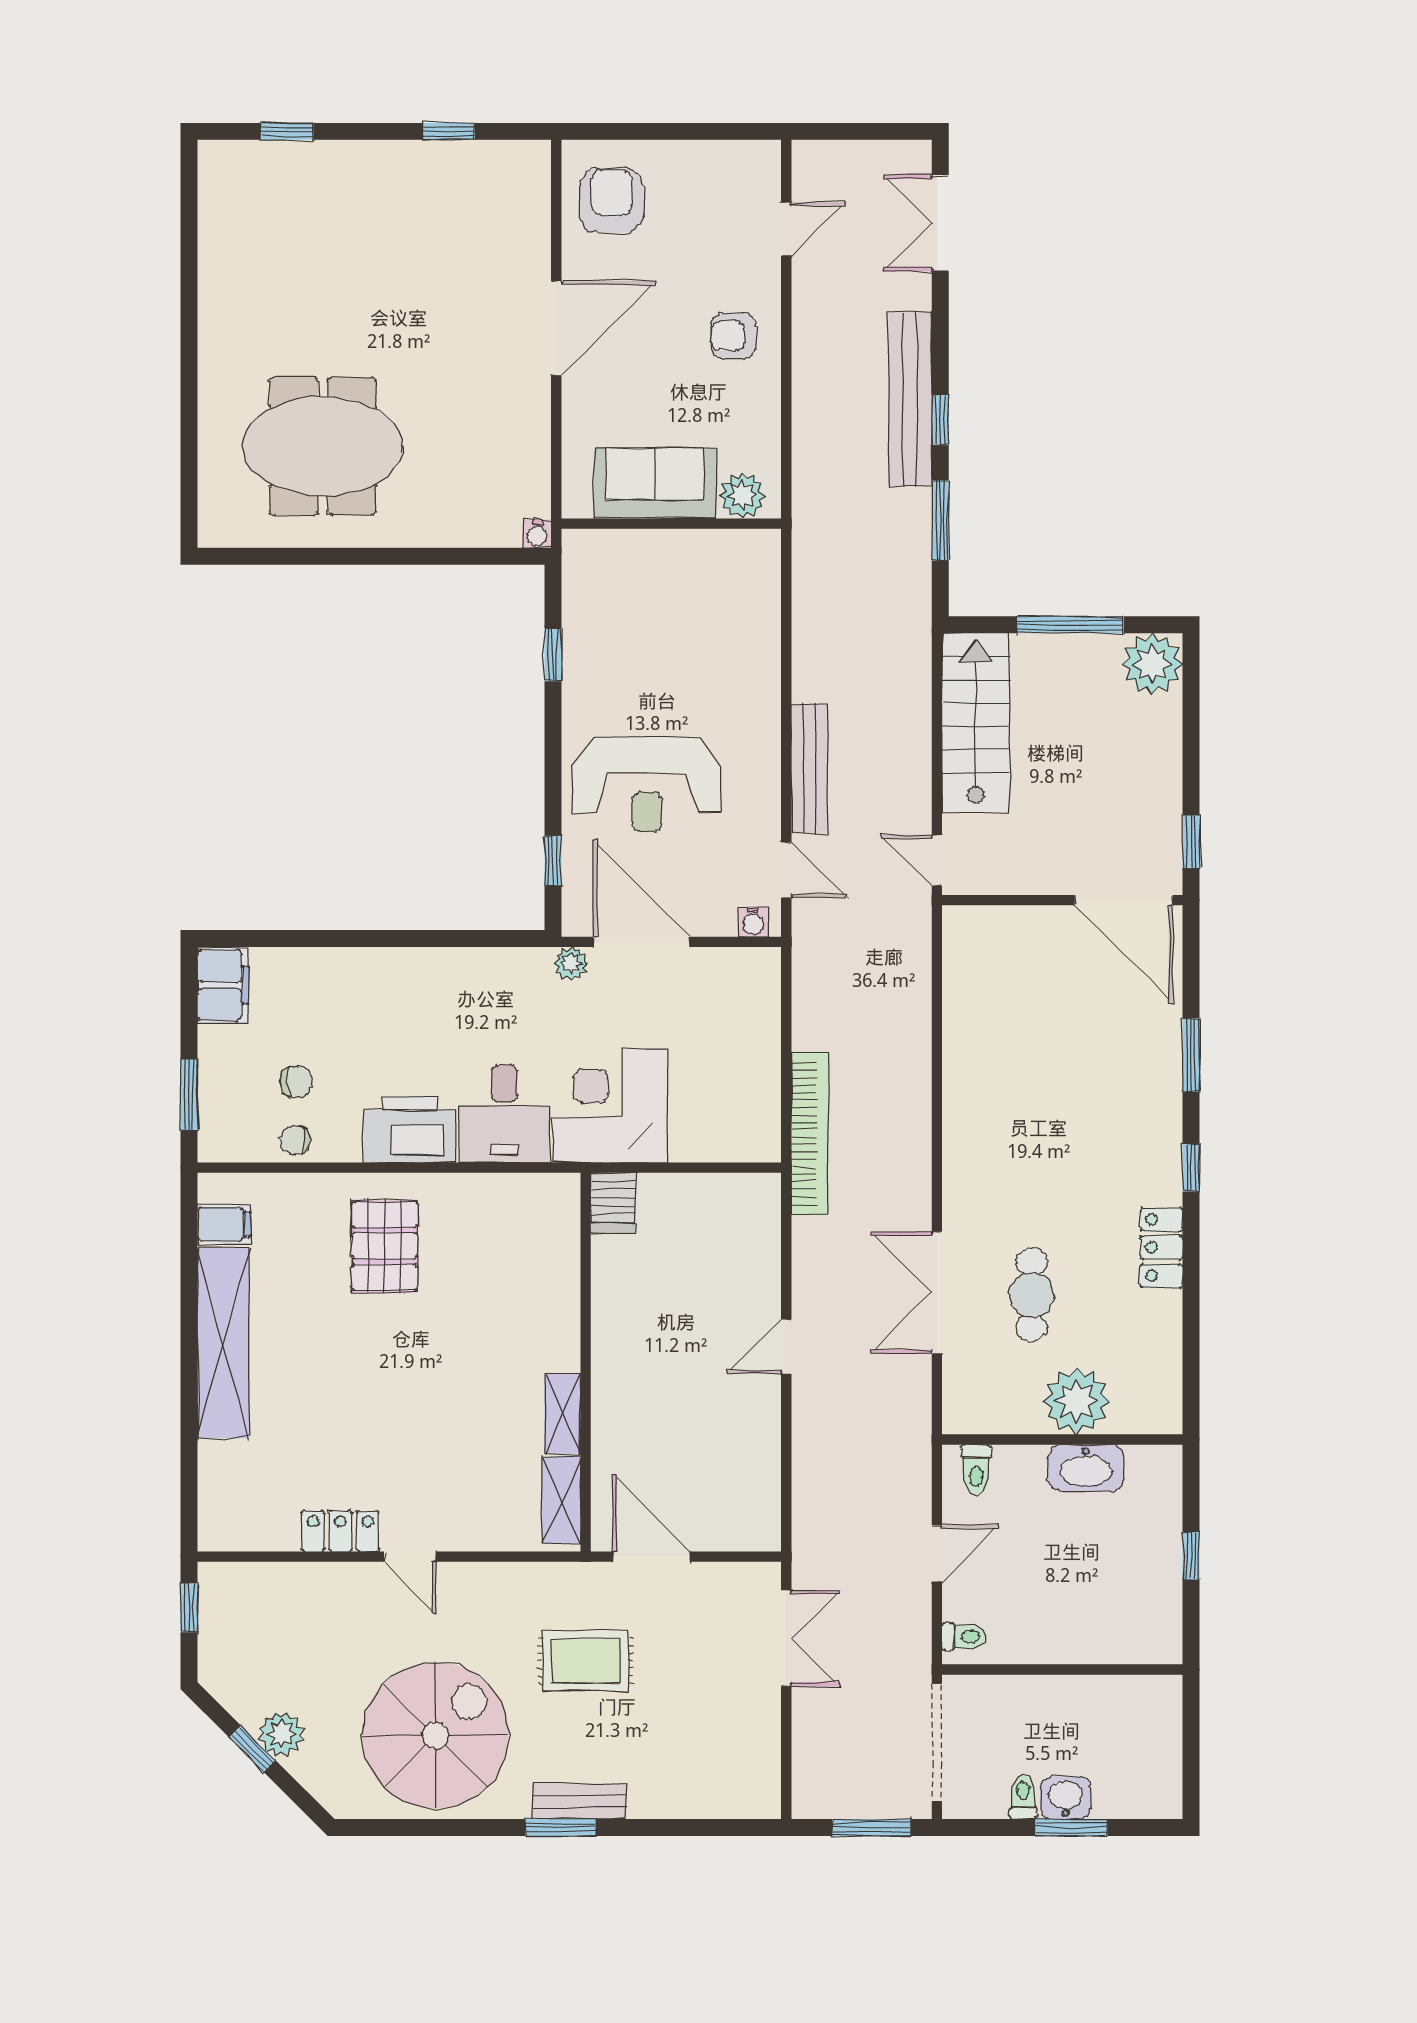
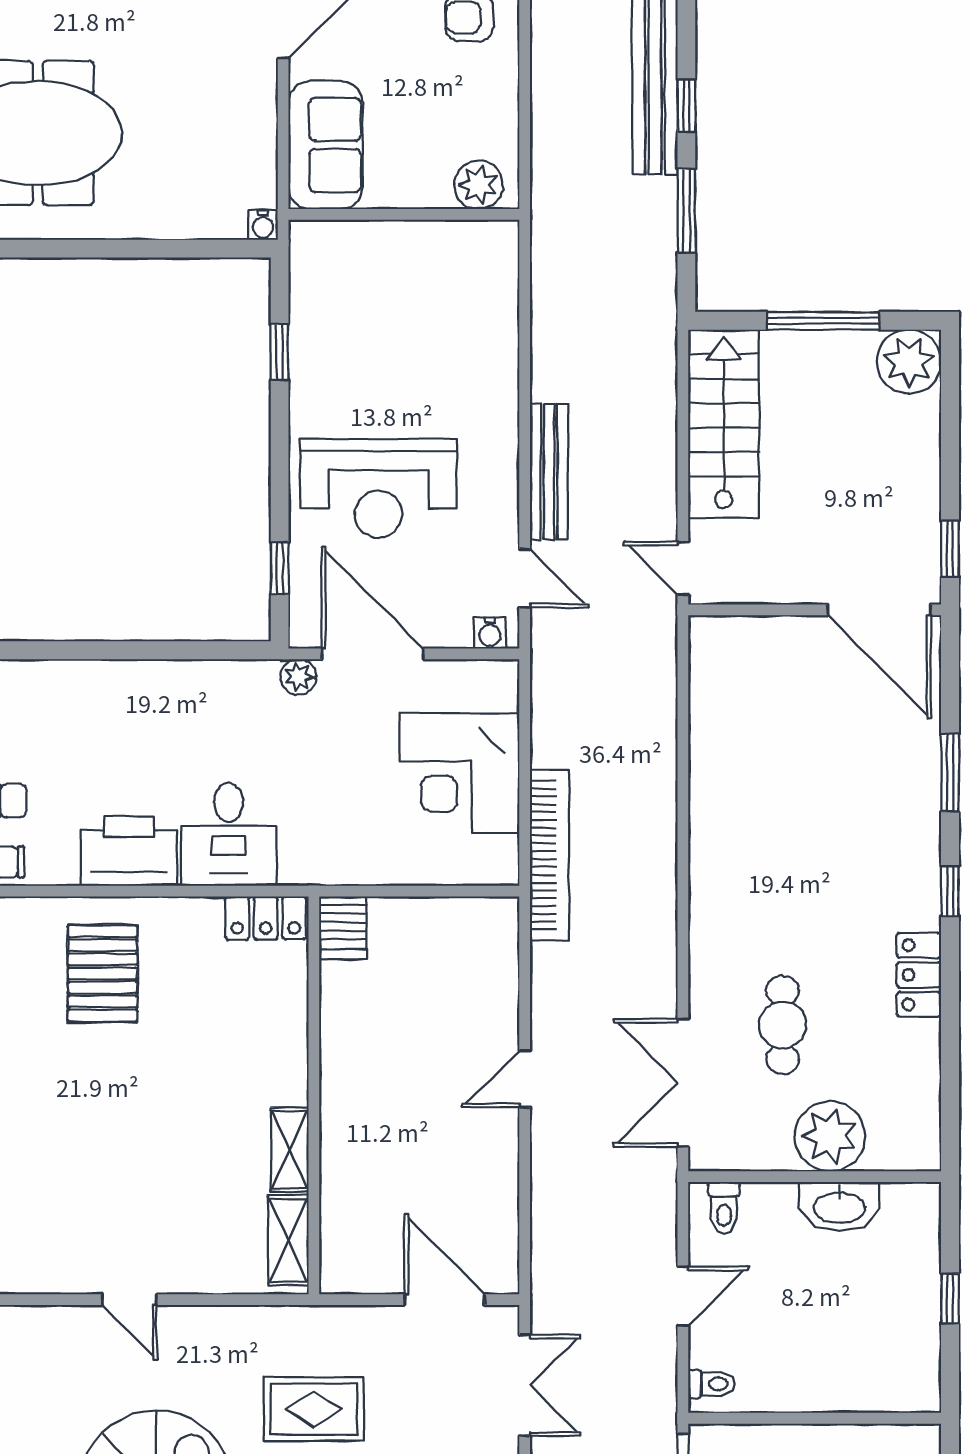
sofa: (655, 483) -> (325, 145), moved, turned 90
corner desk: (610, 1106) -> (459, 773), moved, turned -90
double door: (937, 1293) -> (683, 1083), moved
locker: (340, 1531) -> (266, 918), moved, turned 180
door: (651, 1557) -> (445, 1300), moved

